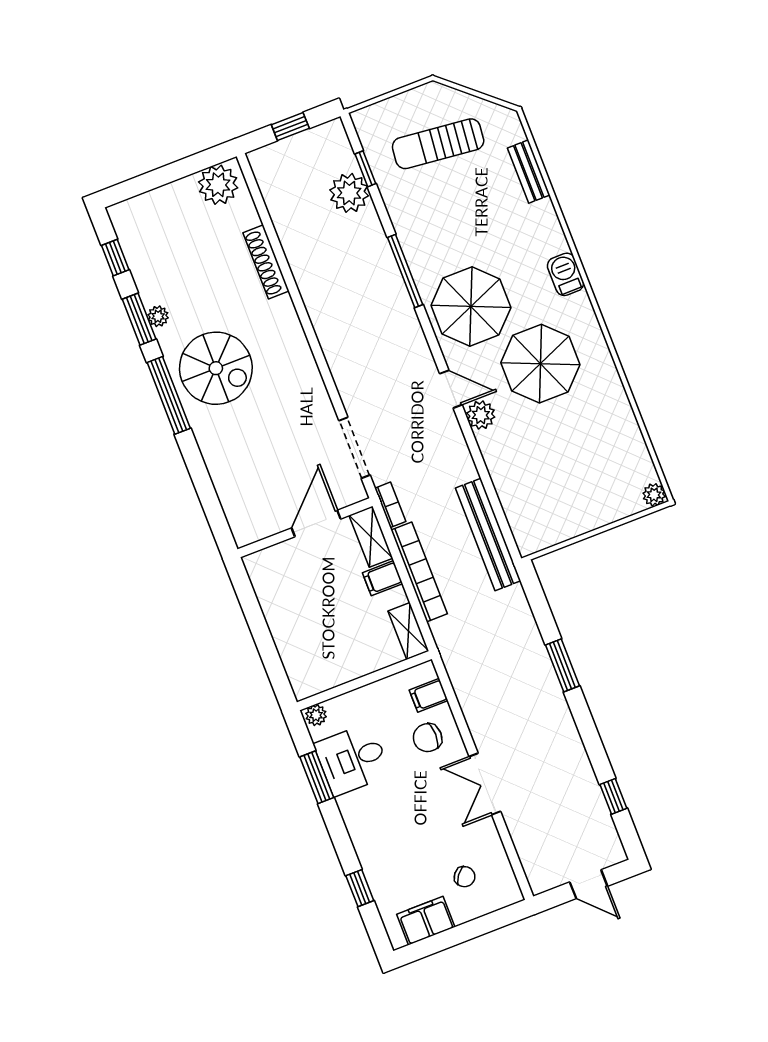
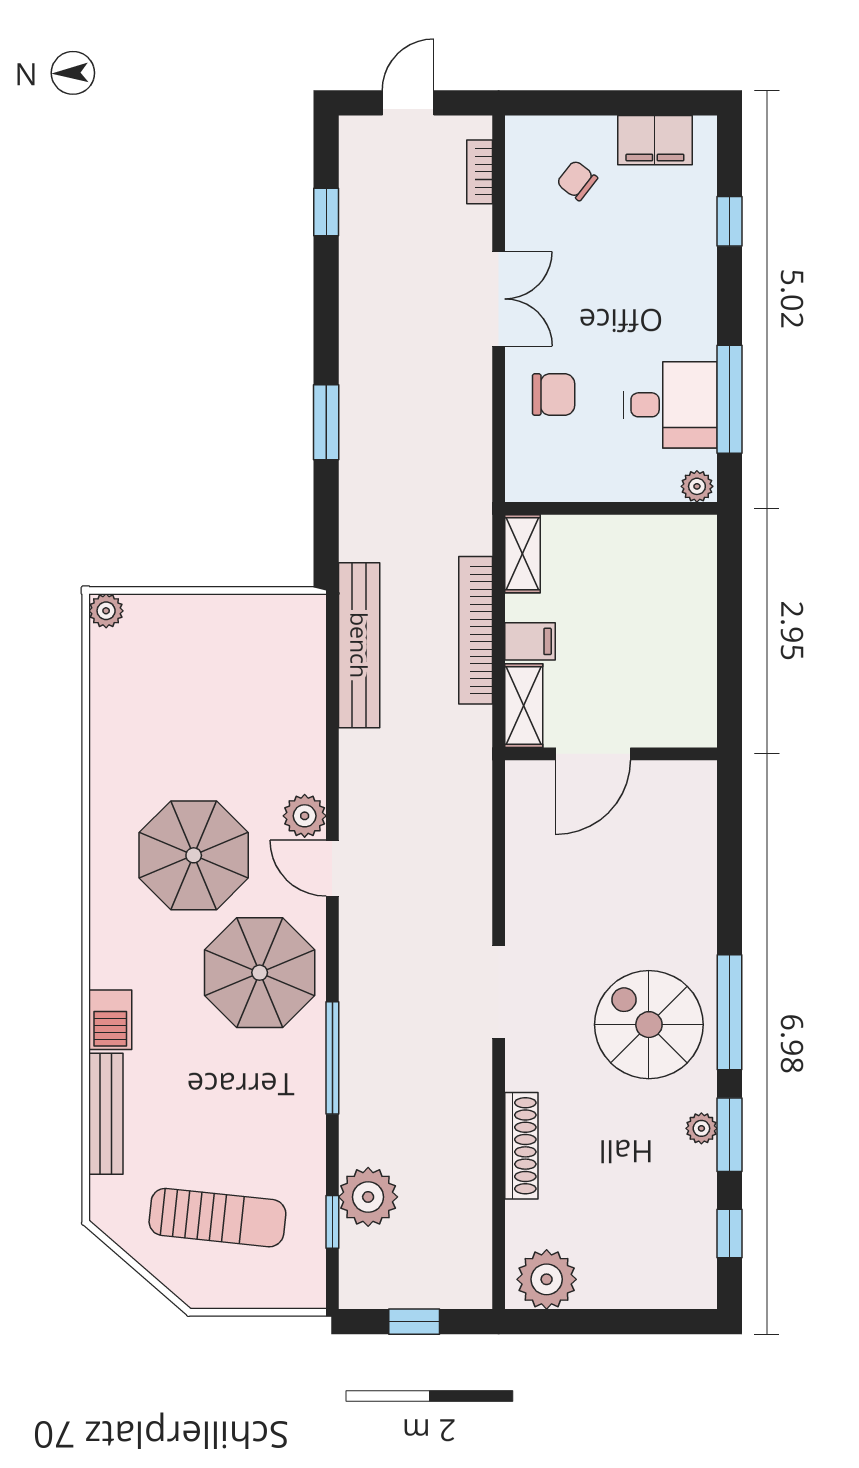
bench: (529, 171) -> (106, 1114), width x1.36
barbecue: (566, 274) -> (110, 1020), moved
doorway: (354, 448) -> (499, 992), moved
bookcase: (390, 505) -> (480, 172), moved
filing cabinet: (429, 695) -> (529, 453), removed
window: (317, 777) -> (729, 399), width x1.44
door: (589, 884) -> (408, 103), hinge flipped

